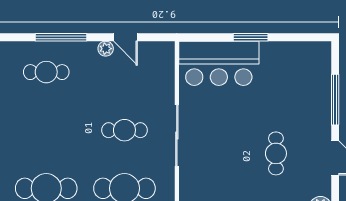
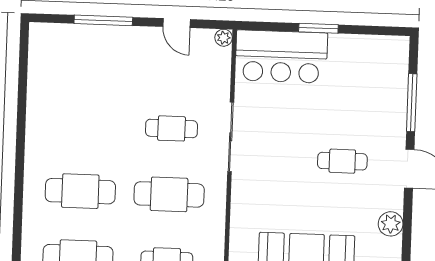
plant: (106, 49) -> (224, 38), moved
cafe table: (46, 72) -> (85, 59), removed
cafe table: (276, 153) -> (342, 161), turned 90

